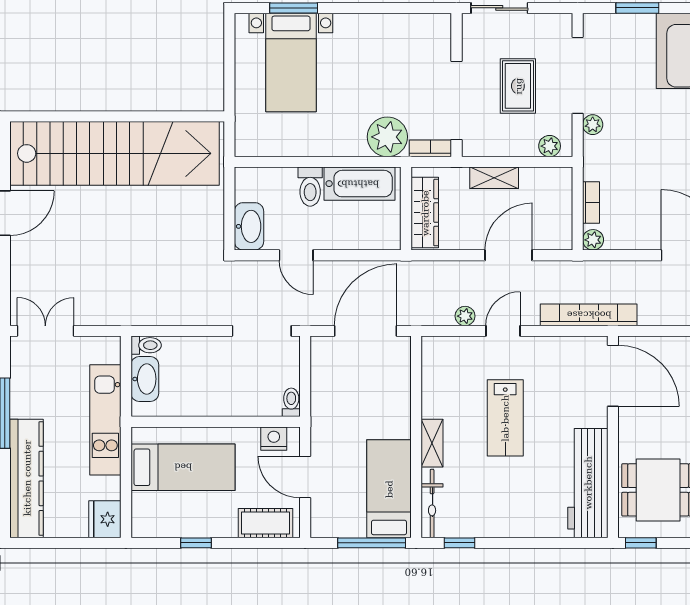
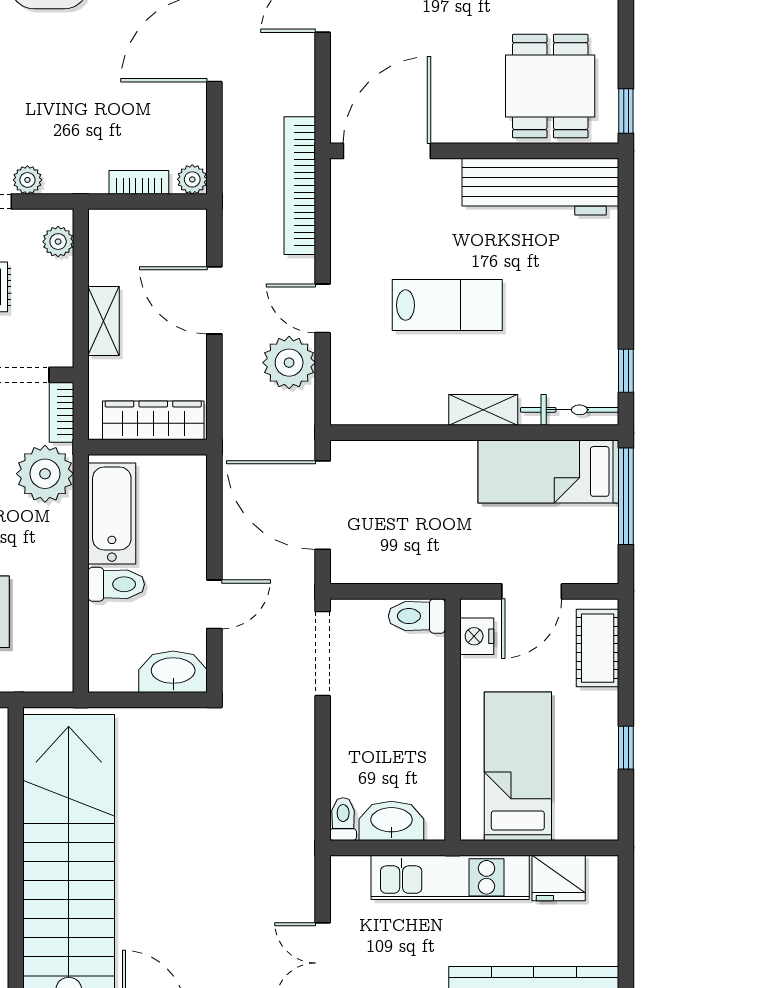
plant: (465, 316) -> (289, 363), width x1.87, depth x1.87
toilet: (291, 402) -> (417, 616), width x1.37, depth x1.39
fridge: (105, 519) -> (559, 878), moved

